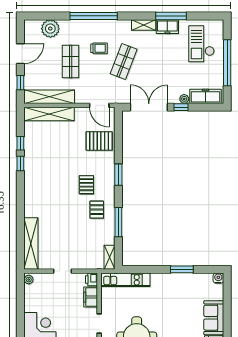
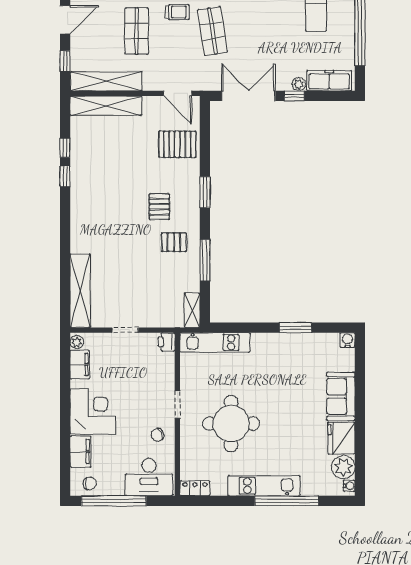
shop shelf: (124, 62) -> (212, 31), turned -30
pallet: (97, 210) -> (174, 242), turned 90
filing cabinet: (91, 297) -> (80, 365), moved, turned 180

